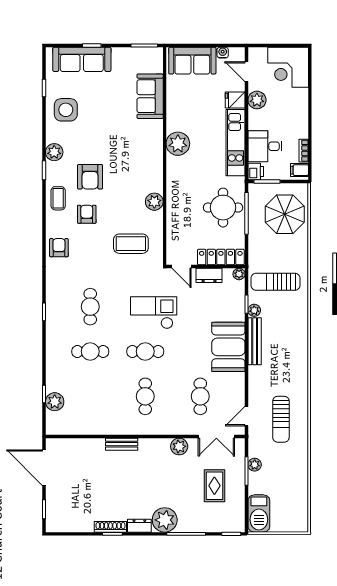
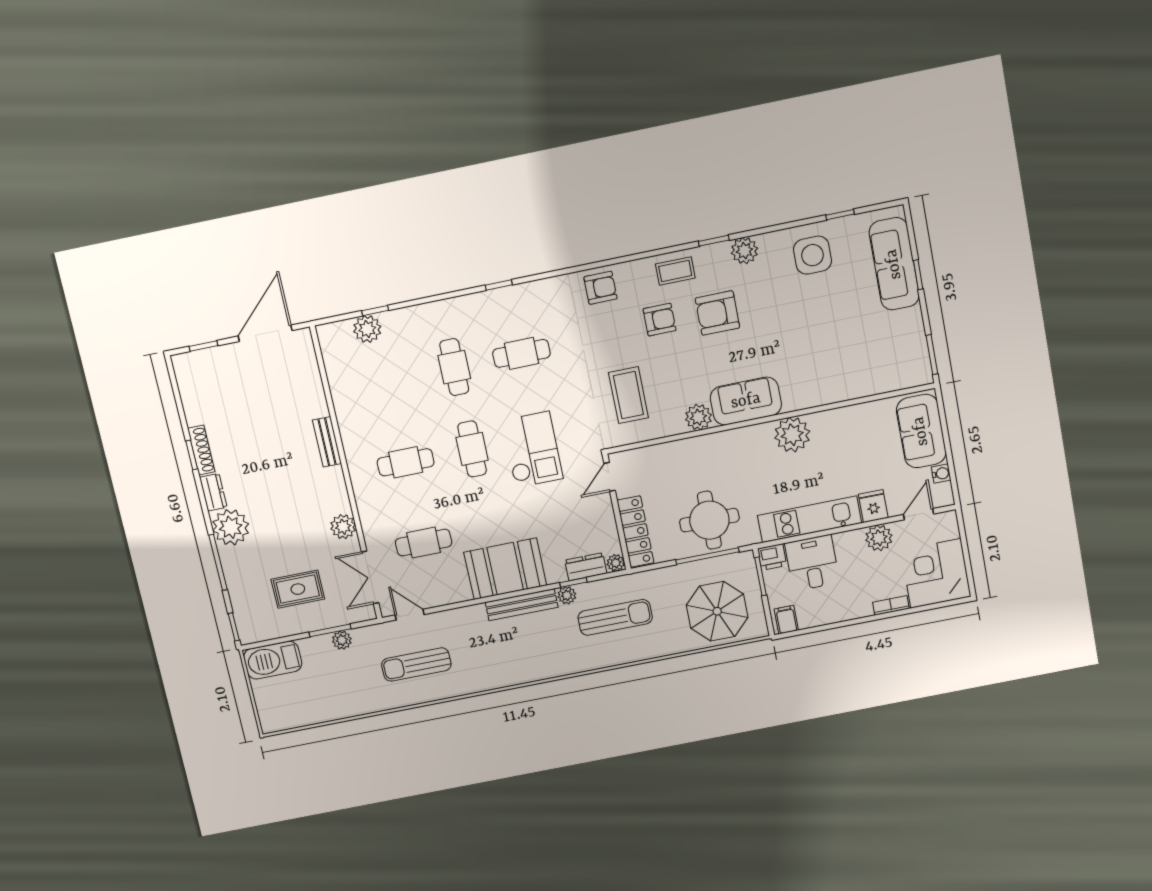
sofa: (150, 96) -> (746, 401), moved
bookcase: (304, 151) -> (891, 605), moved
dresser: (209, 275) -> (586, 567), moved, turned 90
sun lounger: (275, 282) -> (615, 617), turned 90

